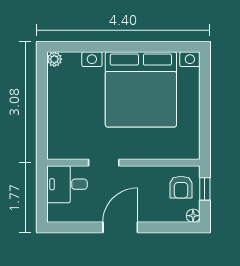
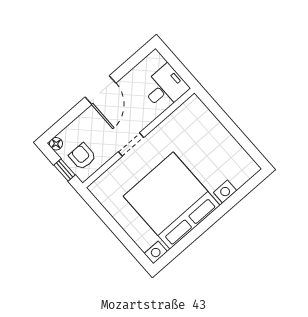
plant: (54, 59) -> (252, 168), removed
doorway: (104, 163) -> (131, 145), moved

